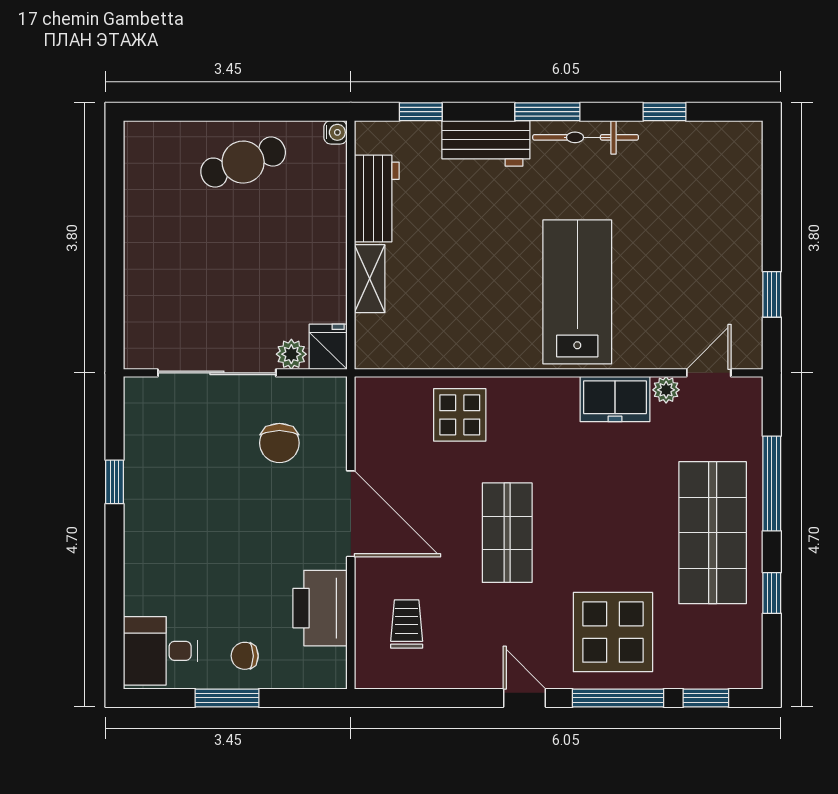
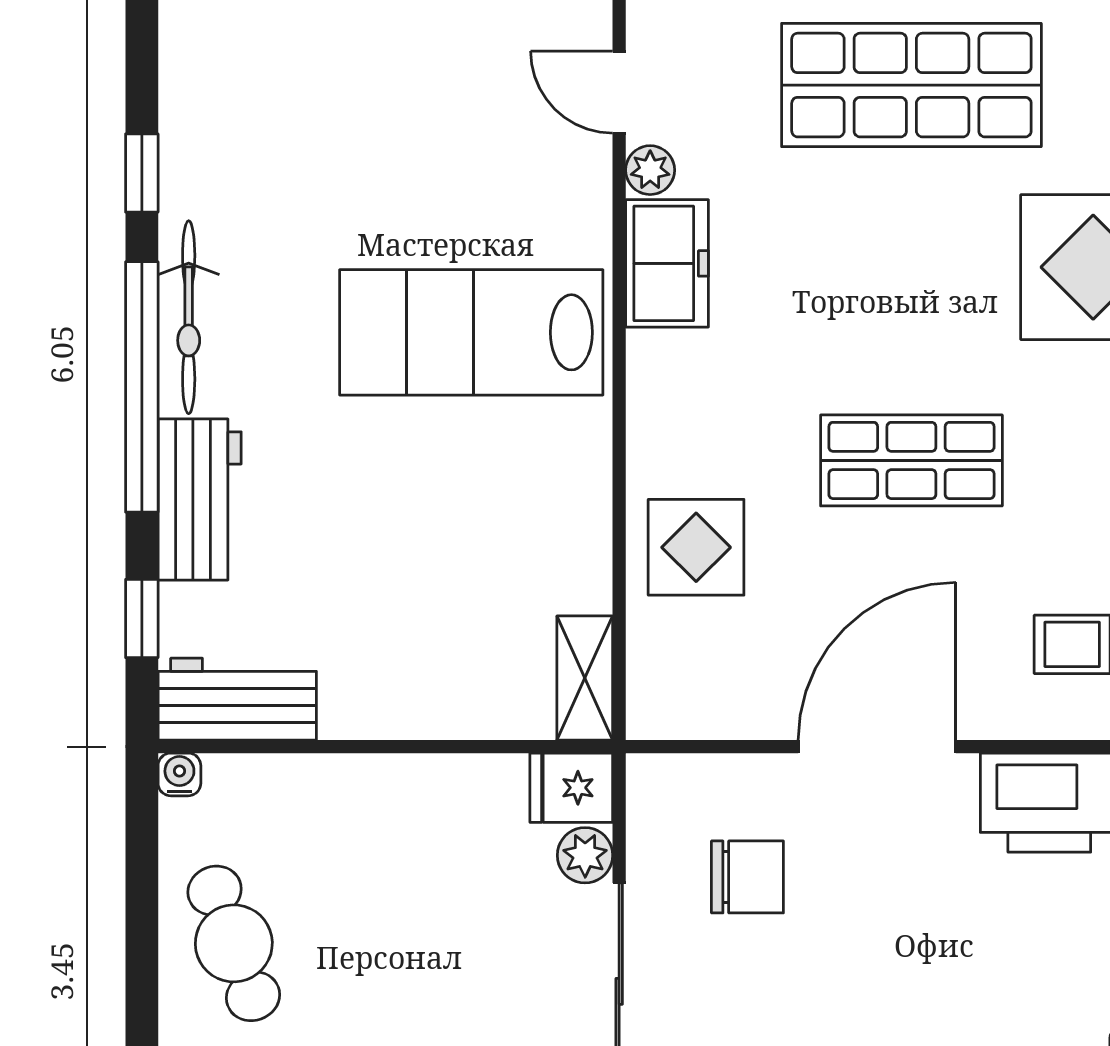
window: (547, 112) -> (142, 387), width x2.11
workbench: (377, 198) -> (237, 699), moved
shelving: (370, 279) -> (585, 678), moved, turned 90

